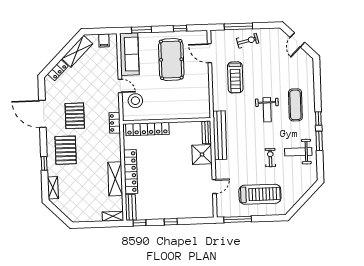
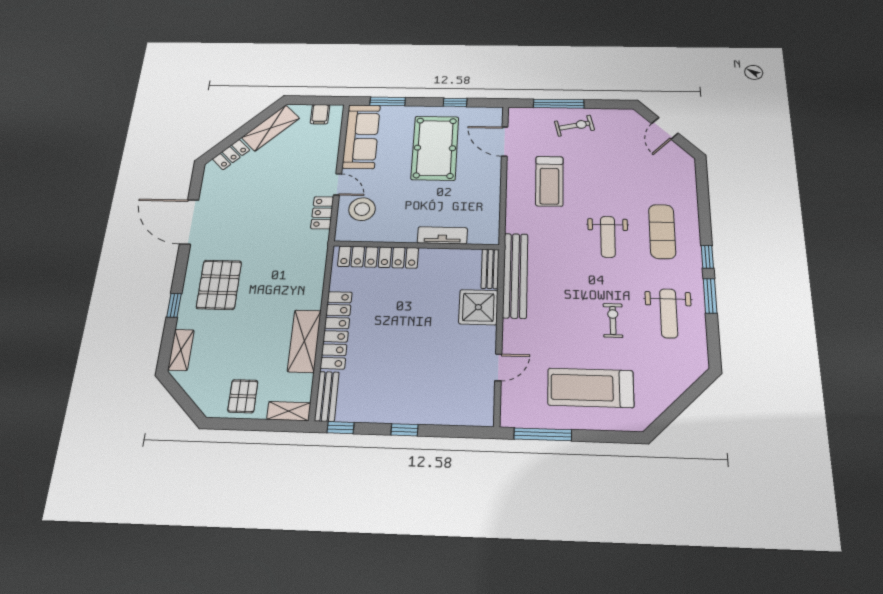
tv unit: (180, 114) -> (442, 235), added
pallet: (75, 116) -> (243, 396), moved, width x0.67, depth x0.71
locker: (115, 123) -> (322, 213), moved
weight bench: (298, 152) -> (669, 313), turned -90
treadmill: (260, 194) -> (591, 388), turned 180

